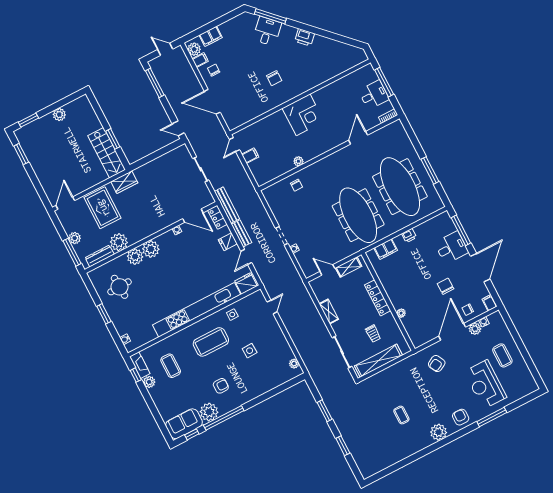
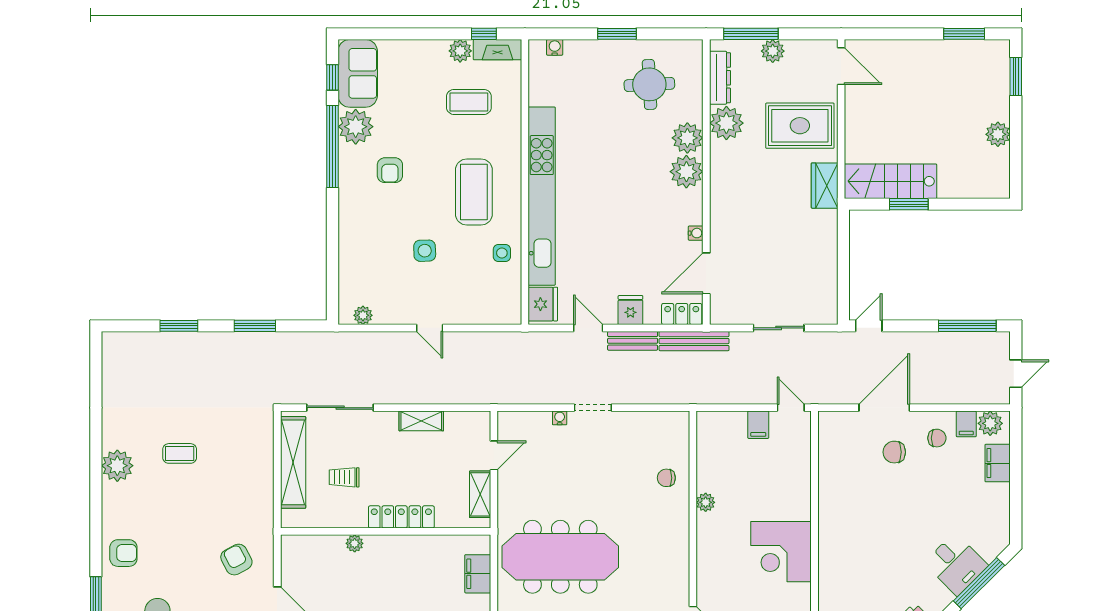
chair: (274, 78) -> (894, 452), moved
door: (272, 307) -> (430, 328), moved
plant: (439, 432) -> (117, 466), moved

